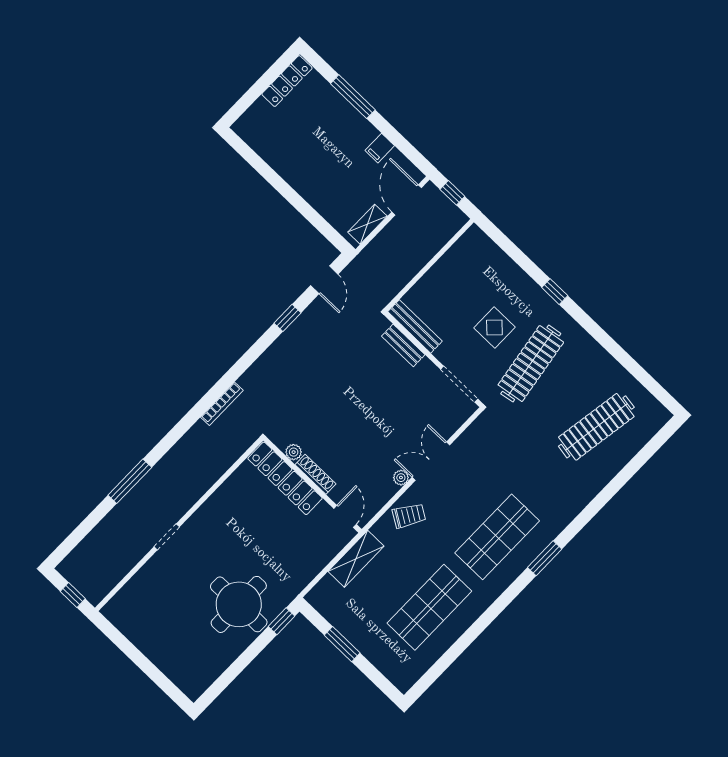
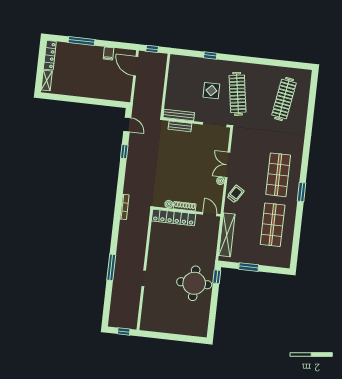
shelving: (367, 224) -> (47, 81), moved
window: (555, 292) -> (210, 55), moved
window: (545, 558) -> (302, 192), moved
shelving: (356, 559) -> (227, 235), width x1.47

